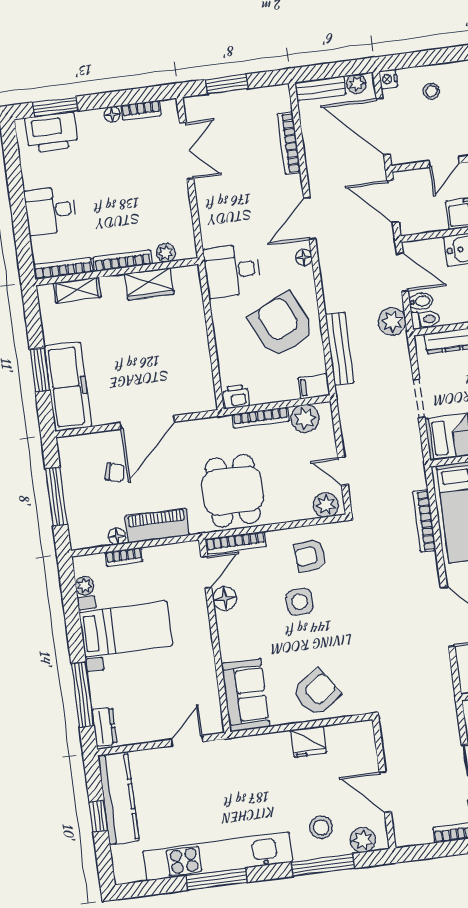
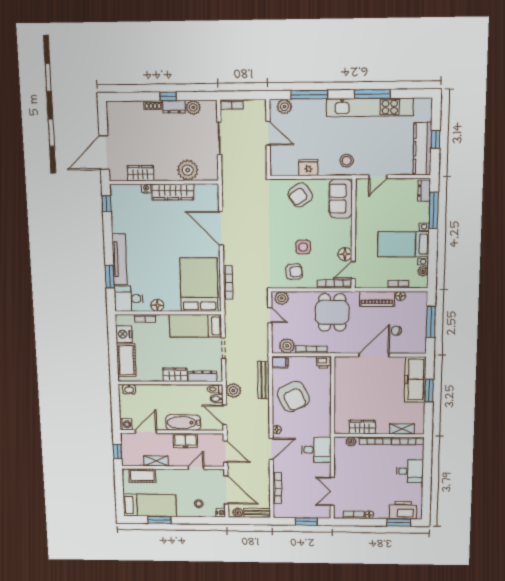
desk: (232, 271) -> (316, 450), moved
stool: (321, 827) -> (347, 161), moved

